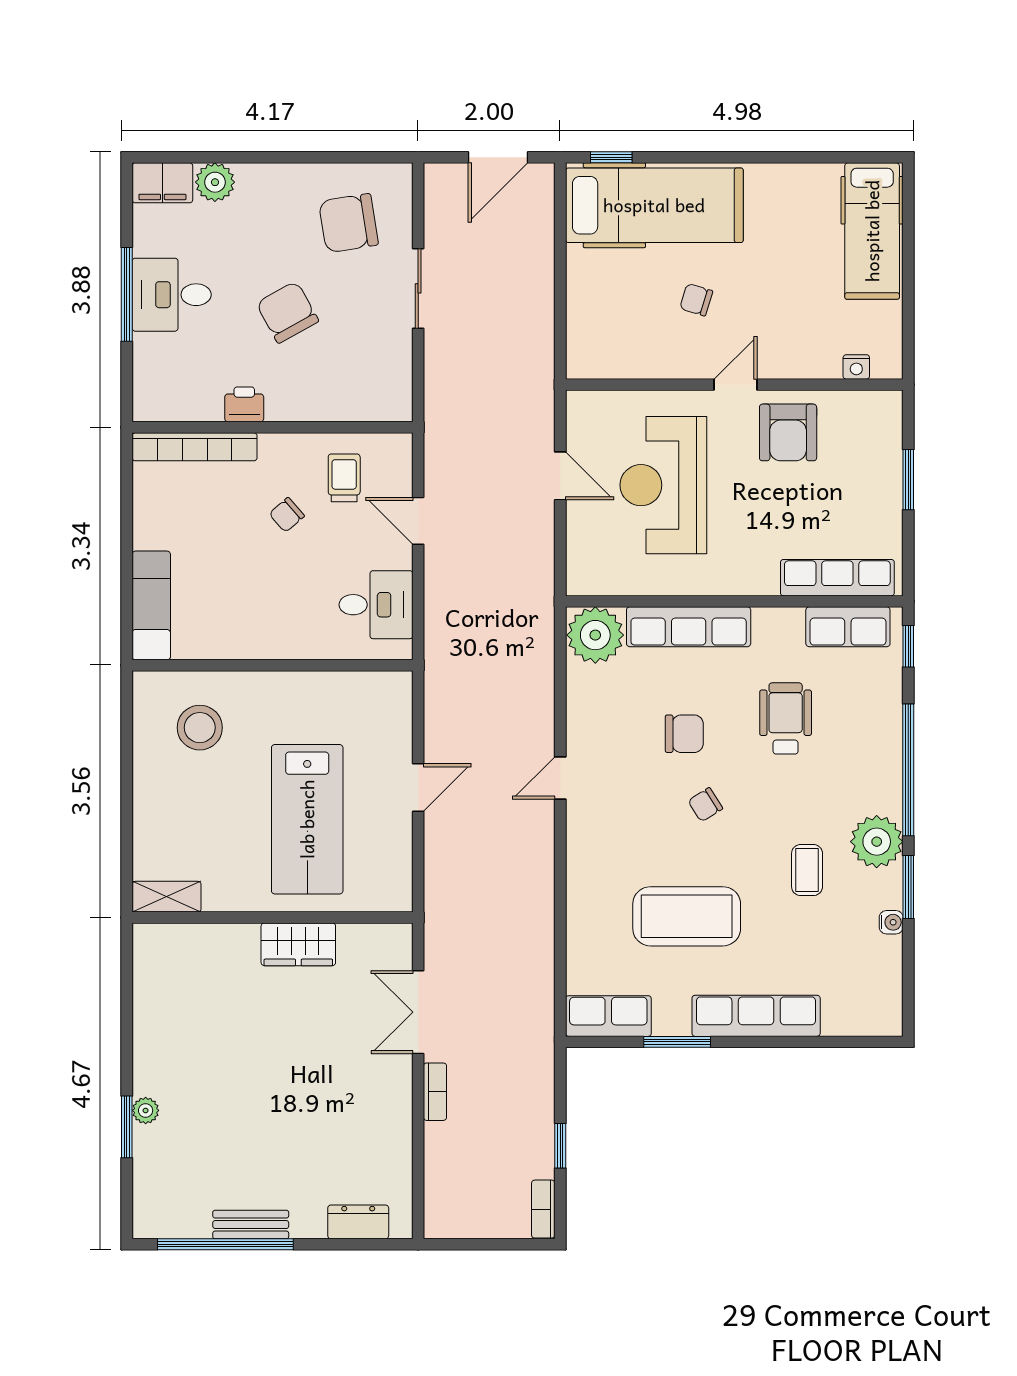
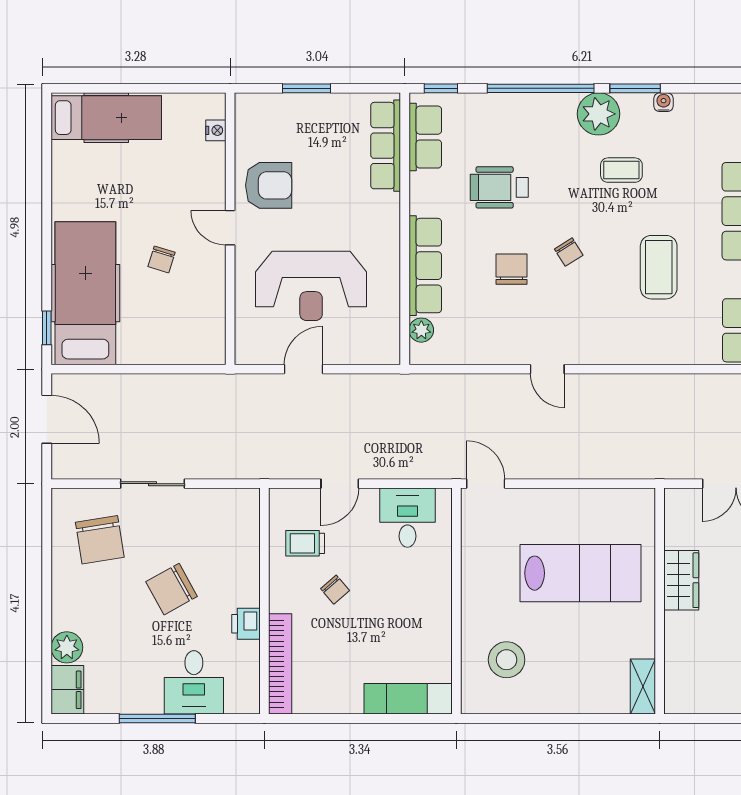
desk: (172, 295) -> (194, 682), moved
plant: (595, 635) -> (421, 330), width x0.53, depth x0.53
door: (418, 788) -> (486, 484), moved
coffee table: (687, 916) -> (659, 267), width x0.73, depth x0.76

